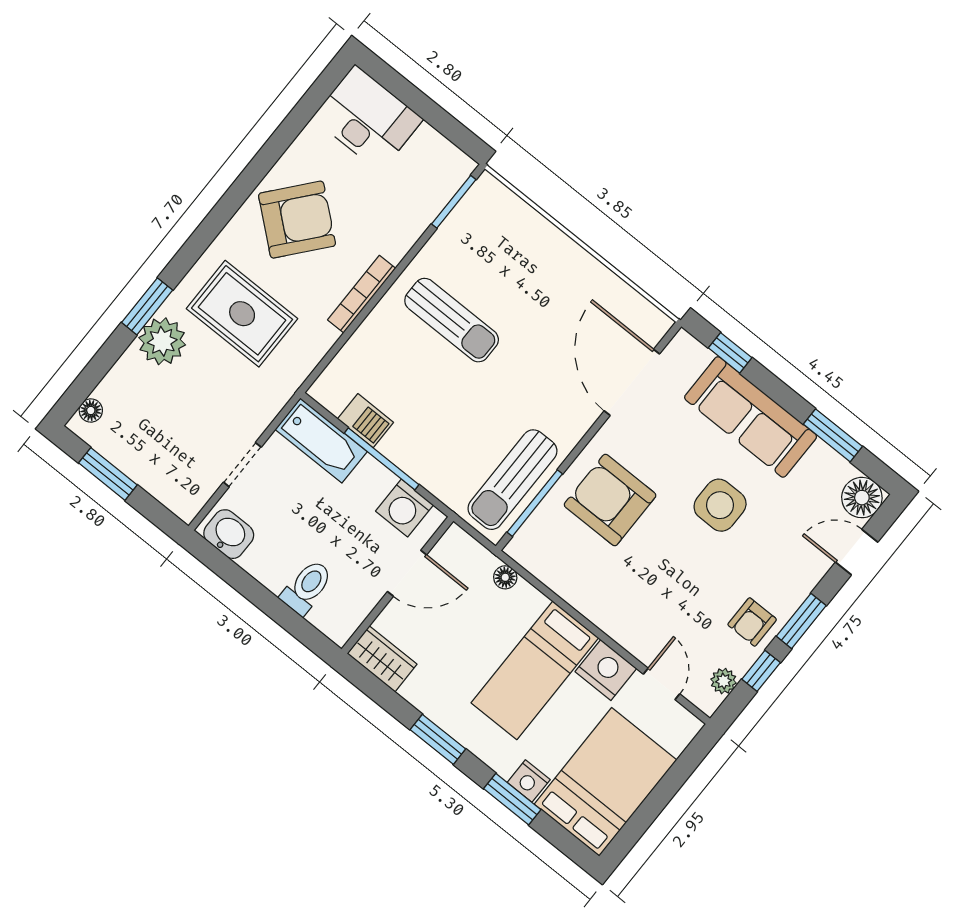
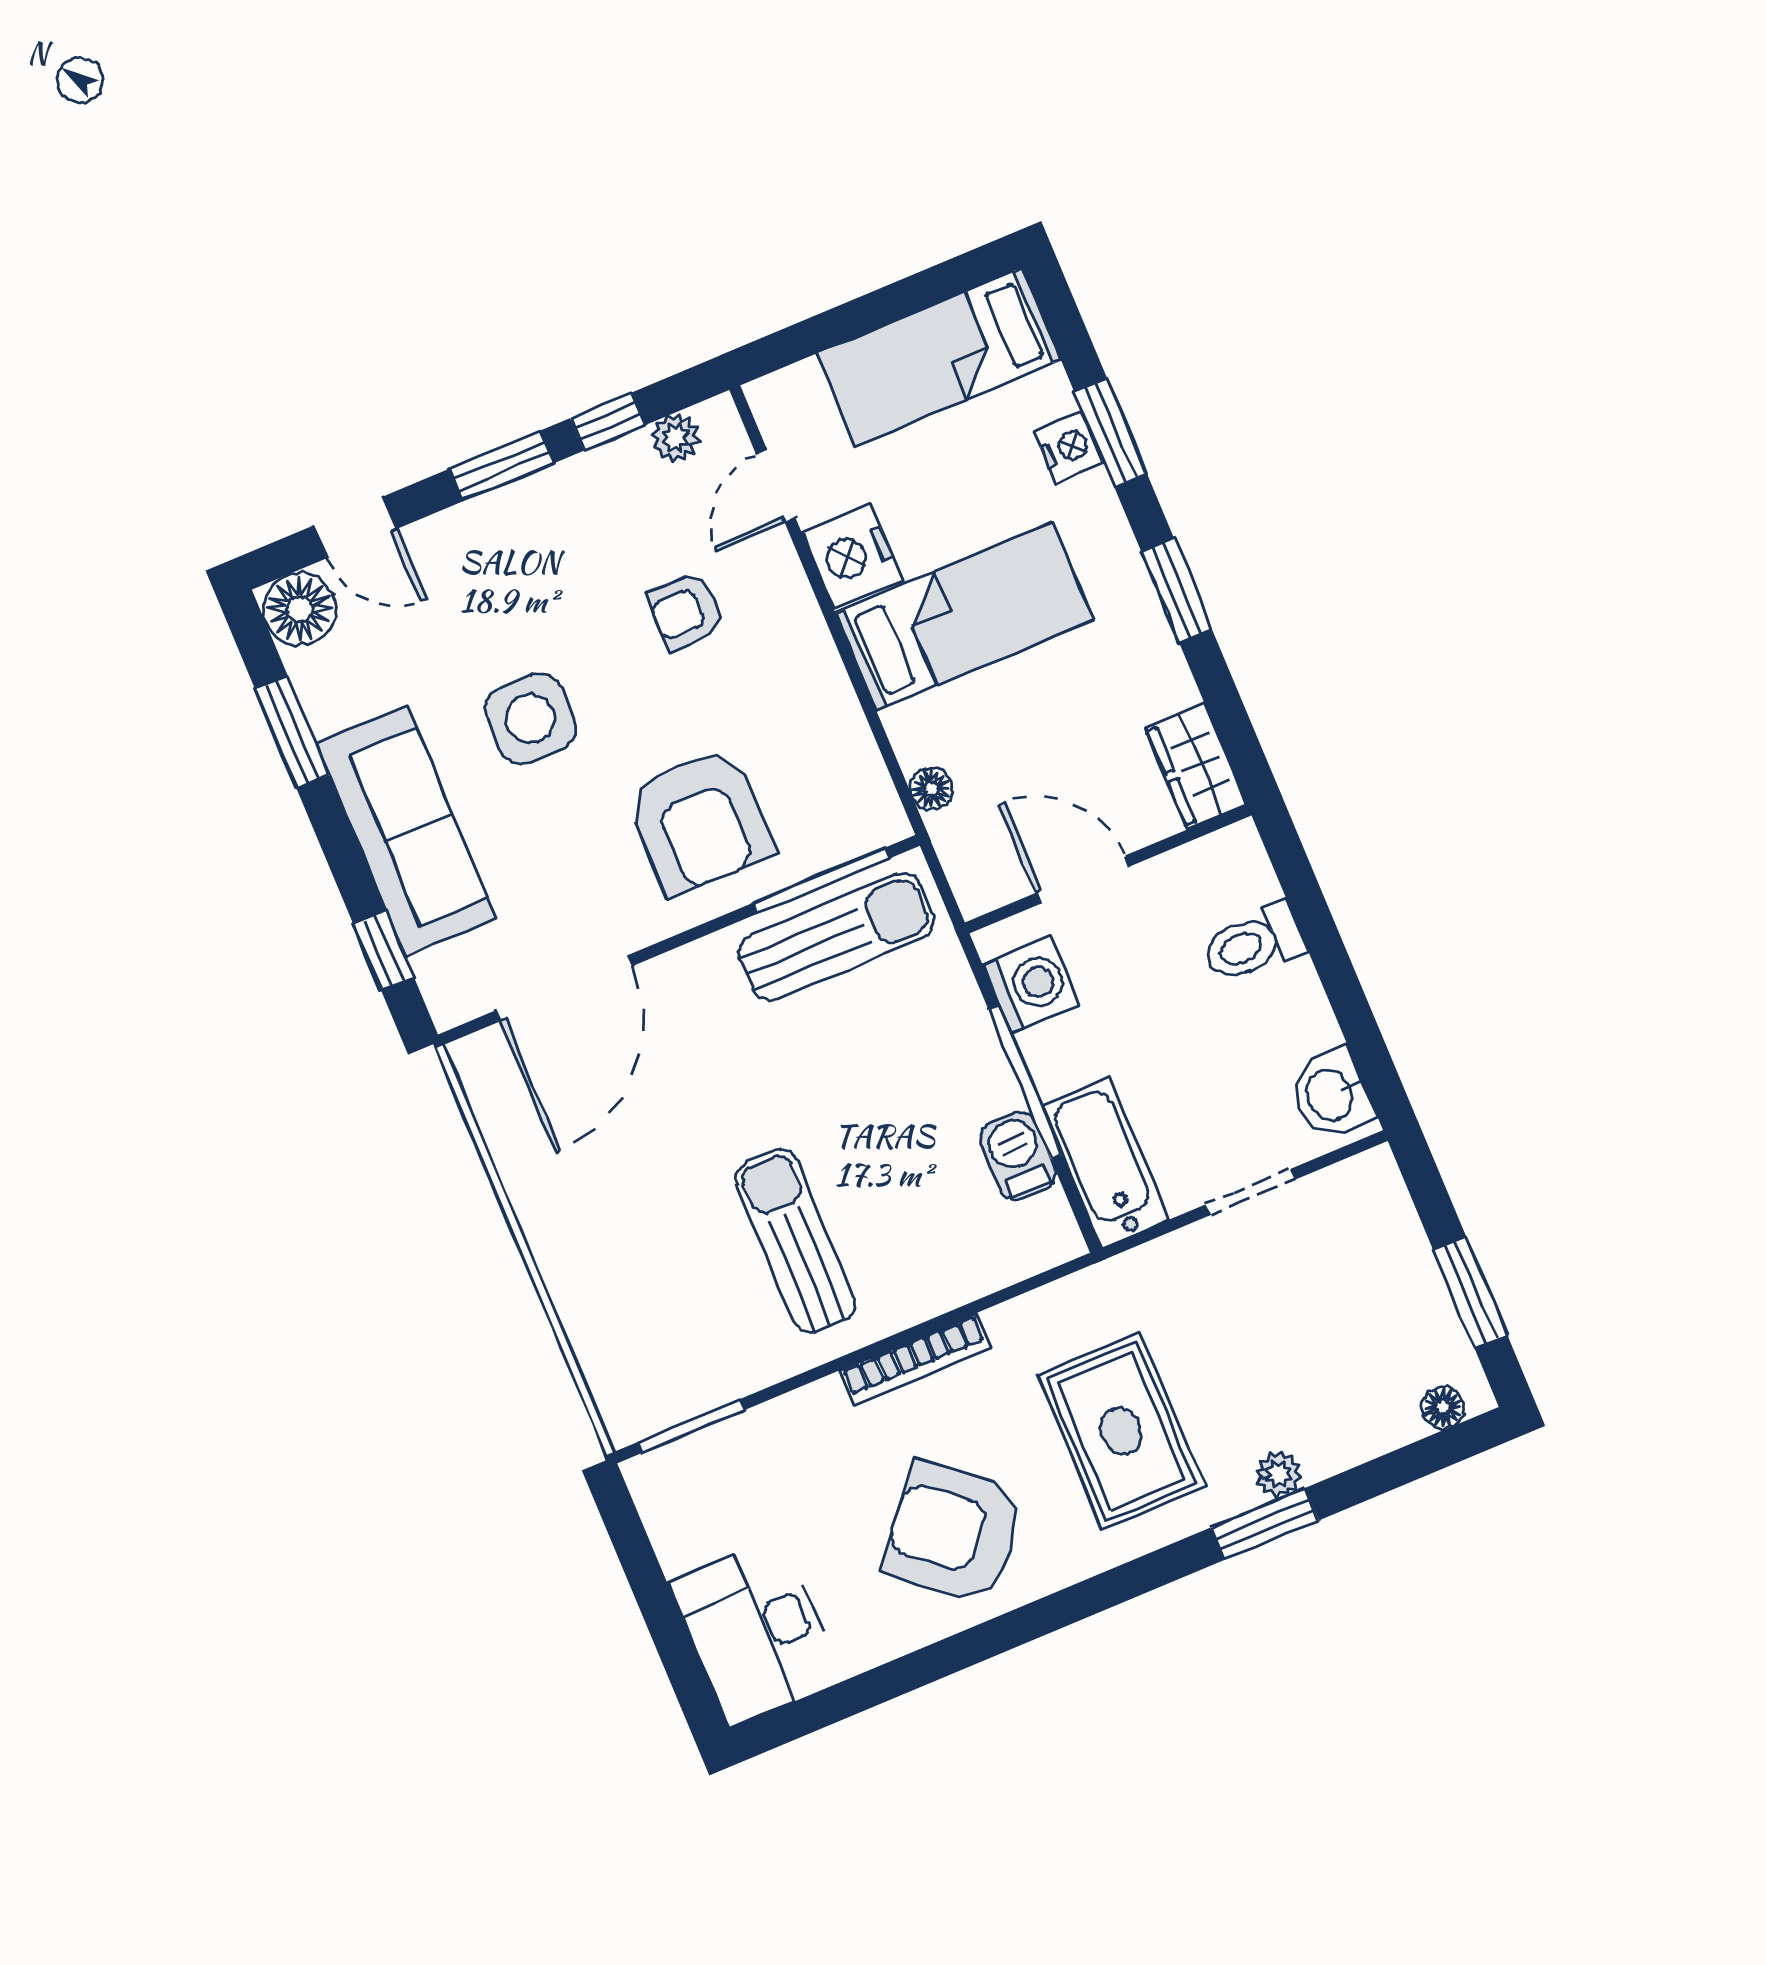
plant: (162, 341) -> (1279, 1474), width x0.53, depth x0.53
armchair: (752, 622) -> (686, 611), moved, turned 180
bed: (605, 782) -> (939, 357), width x0.67

